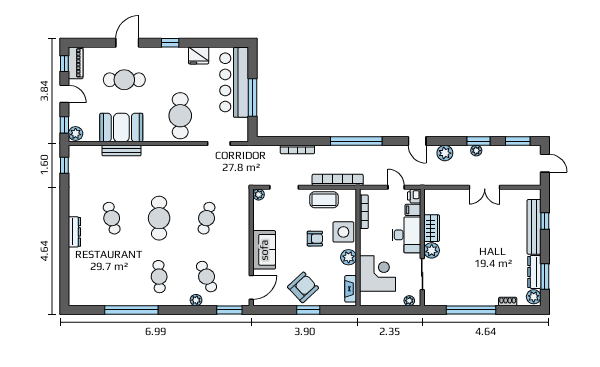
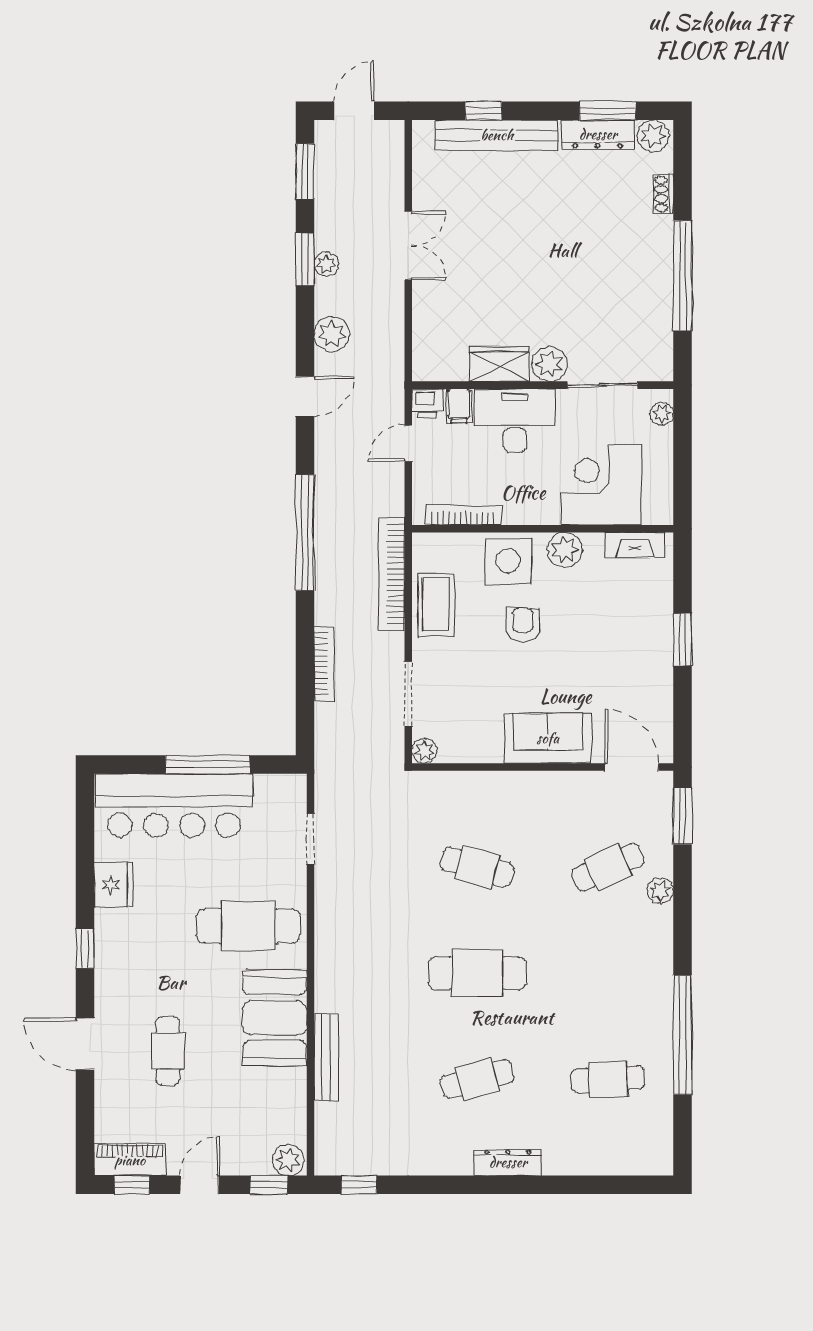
cafe table: (124, 80) -> (168, 1051), width x0.73, depth x0.74
booth: (121, 128) -> (275, 1018), moved
cafe table: (159, 277) -> (608, 1079), moved
armchair: (303, 287) -> (632, 651), removed

